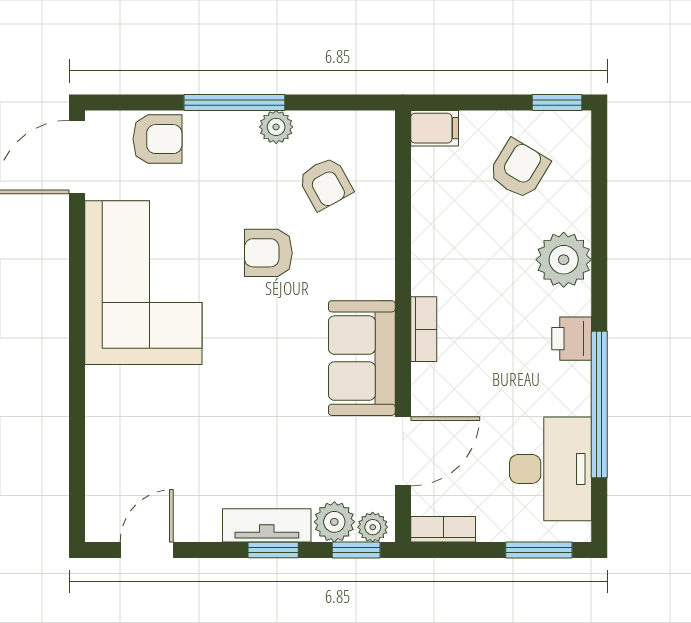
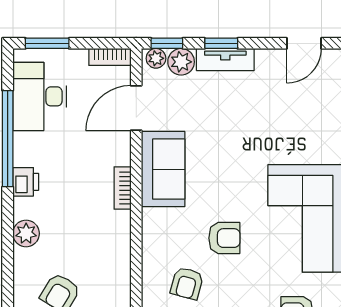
armchair: (325, 184) -> (187, 283), turned -136
plant: (564, 260) -> (26, 233), width x0.73, depth x0.73

